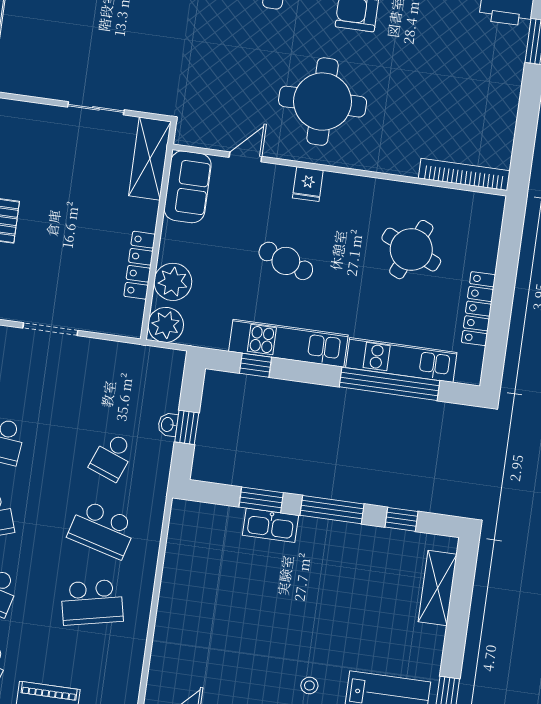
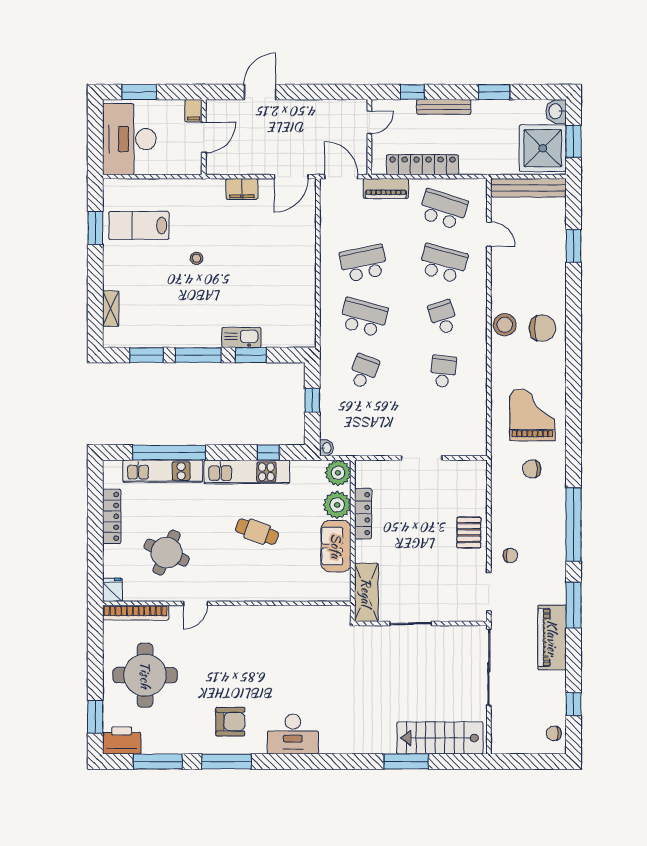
round table: (323, 102) -> (145, 675), moved
door: (245, 157) -> (195, 603), moved
fridge: (308, 184) -> (112, 590), moved
sofa: (188, 187) -> (336, 546), moved
washbasin: (168, 425) -> (326, 448), moved
window: (402, 519) -> (146, 355), width x1.50
shelving: (437, 588) -> (111, 309), width x0.67, depth x0.75
stool: (309, 685) -> (196, 258), moved

